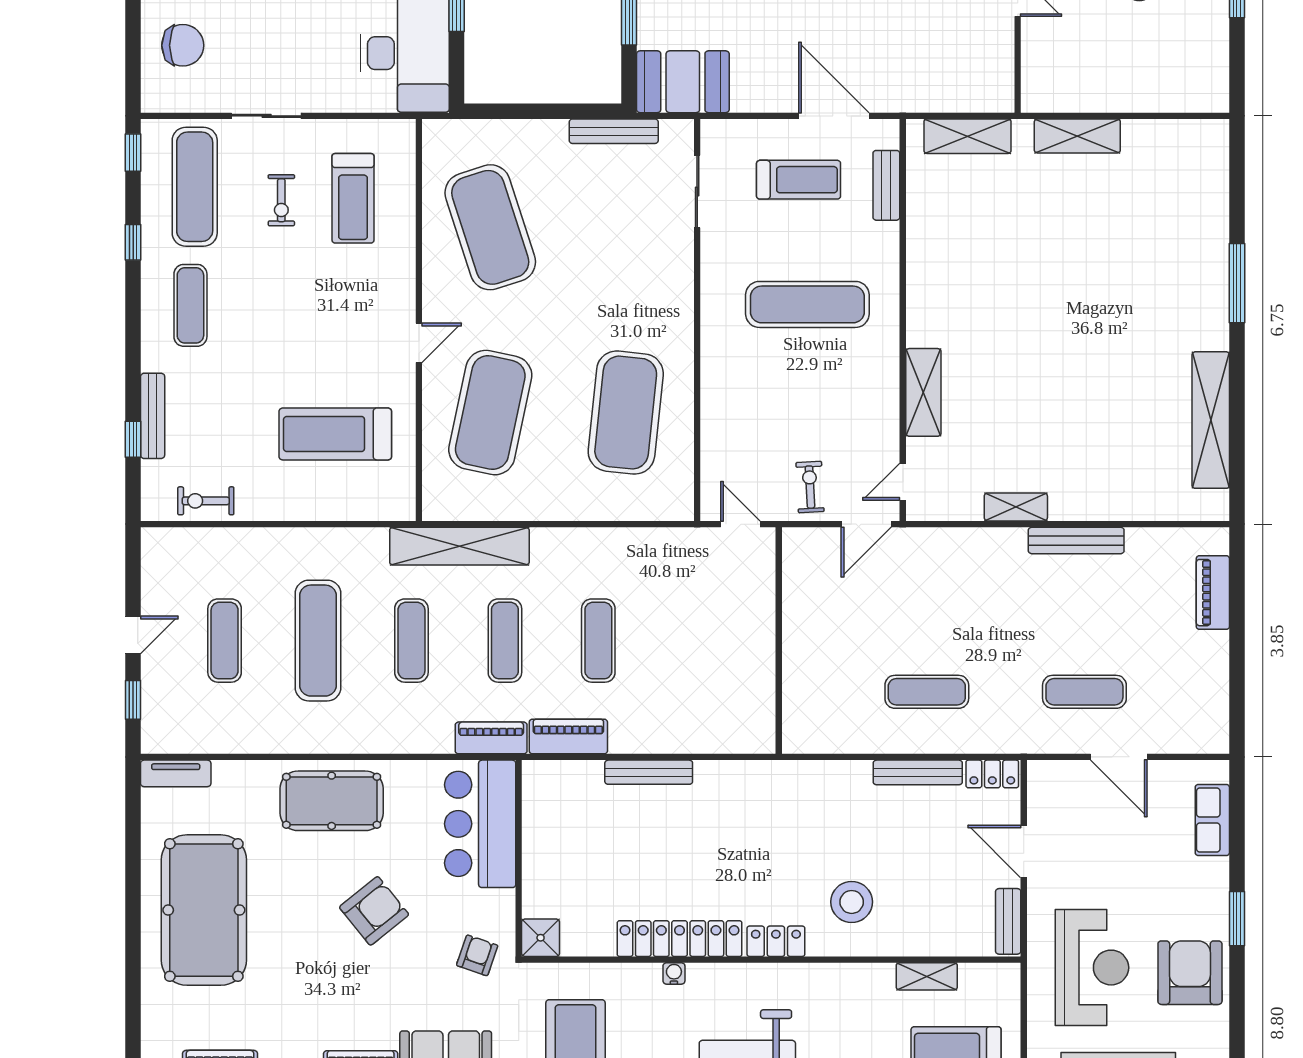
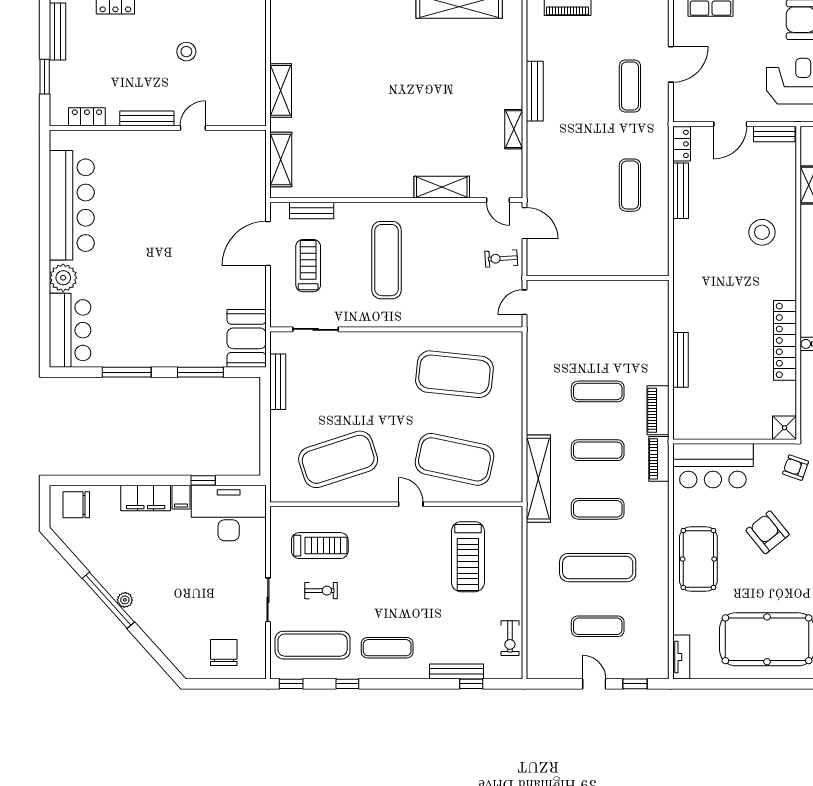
locker: (776, 941) -> (787, 280), removed

